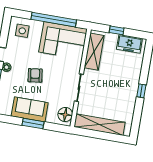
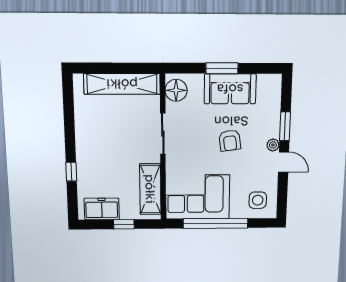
window: (141, 91) -> (71, 172), moved

